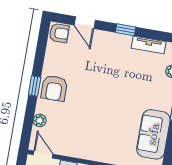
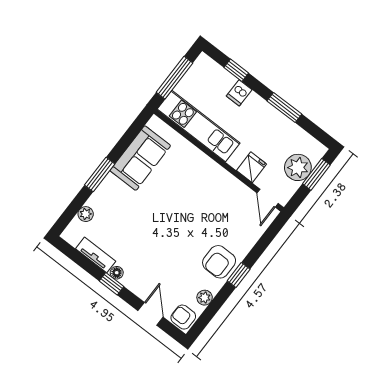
floor lamp: (126, 40) -> (117, 273), added
armchair: (54, 88) -> (219, 262), turned 180
plant: (40, 120) -> (205, 298), moved

